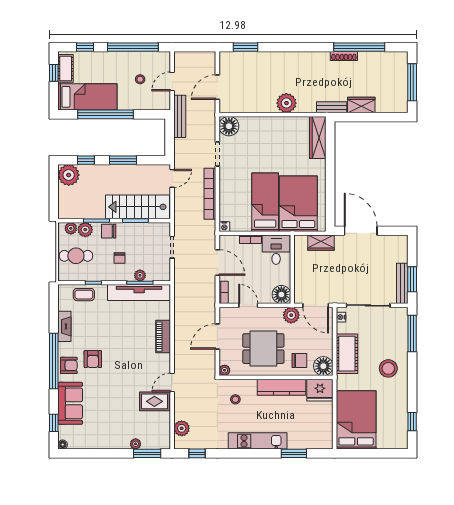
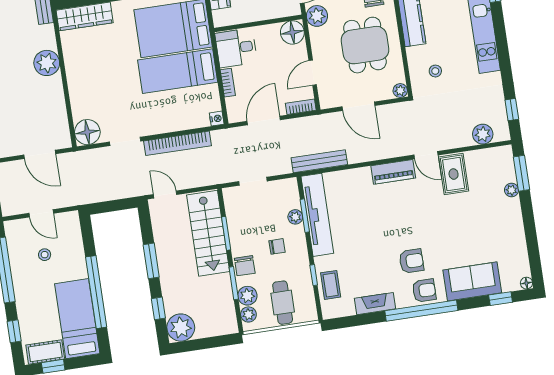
bench: (180, 116) -> (319, 161), moved
piano: (163, 337) -> (393, 172), moved
armchair: (69, 365) -> (424, 290), turned 90

